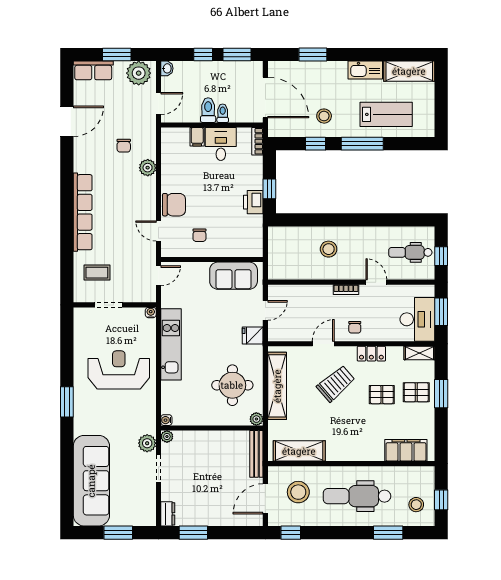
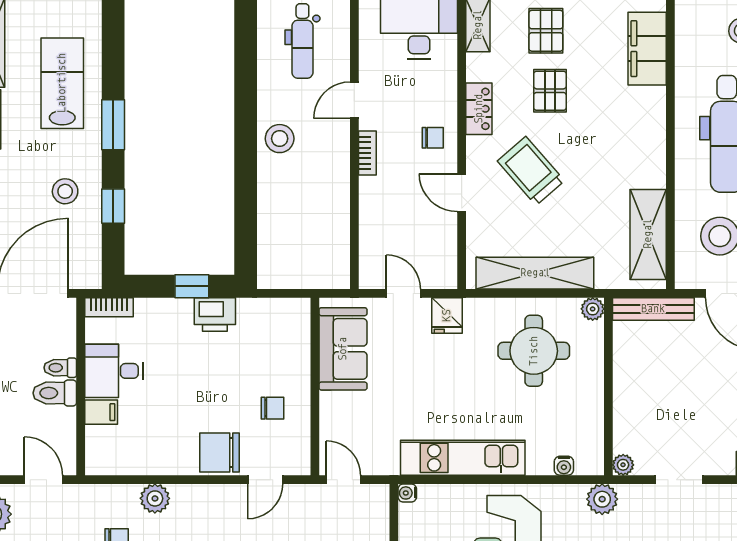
window: (362, 144) -> (113, 125), width x0.69
chair: (174, 205) -> (219, 453), turned -90
stool: (329, 249) -> (280, 139), moved
water cooler: (166, 420) -> (564, 466), moved
plant: (147, 443) -> (602, 499), moved

